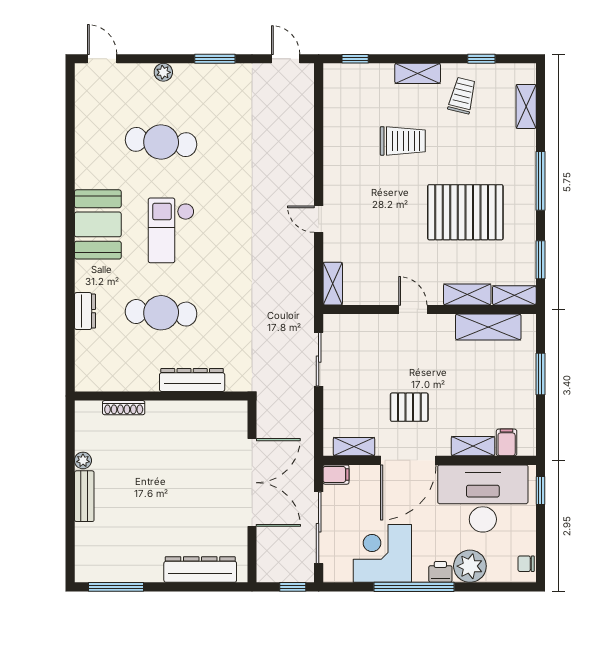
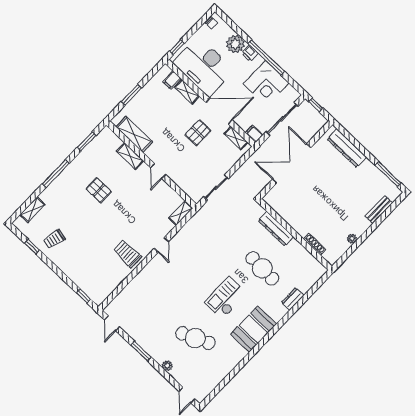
shelving: (418, 73) -> (64, 266), removed
trolley: (403, 141) -> (127, 254), moved
cafe table: (161, 142) -> (195, 338), turned -30
pallet: (465, 212) -> (99, 190), width x0.49, depth x0.50
checkout: (171, 230) -> (226, 298), turned 180
shelving: (514, 295) -> (111, 137), removed
pallet: (409, 407) -> (198, 133), turned 90
bench: (84, 496) -> (379, 210), moved

